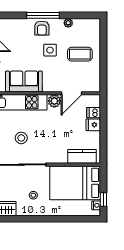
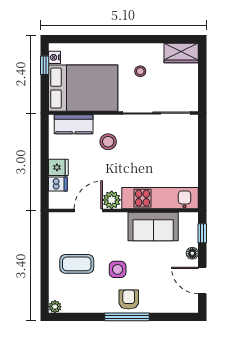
plant: (68, 23) -> (55, 307), moved
stool: (21, 138) -> (108, 142), moved

